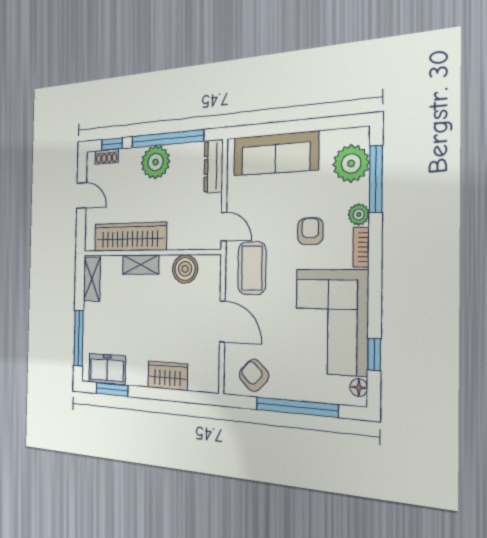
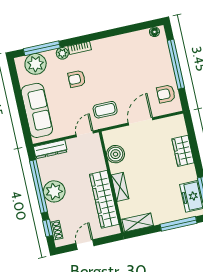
coffee table: (252, 268) -> (105, 110), width x0.73, depth x0.77
corner sofa: (331, 322) -> (124, 55), removed
window: (374, 354) -> (135, 28), removed
armchair: (254, 375) -> (166, 94), turned 46

